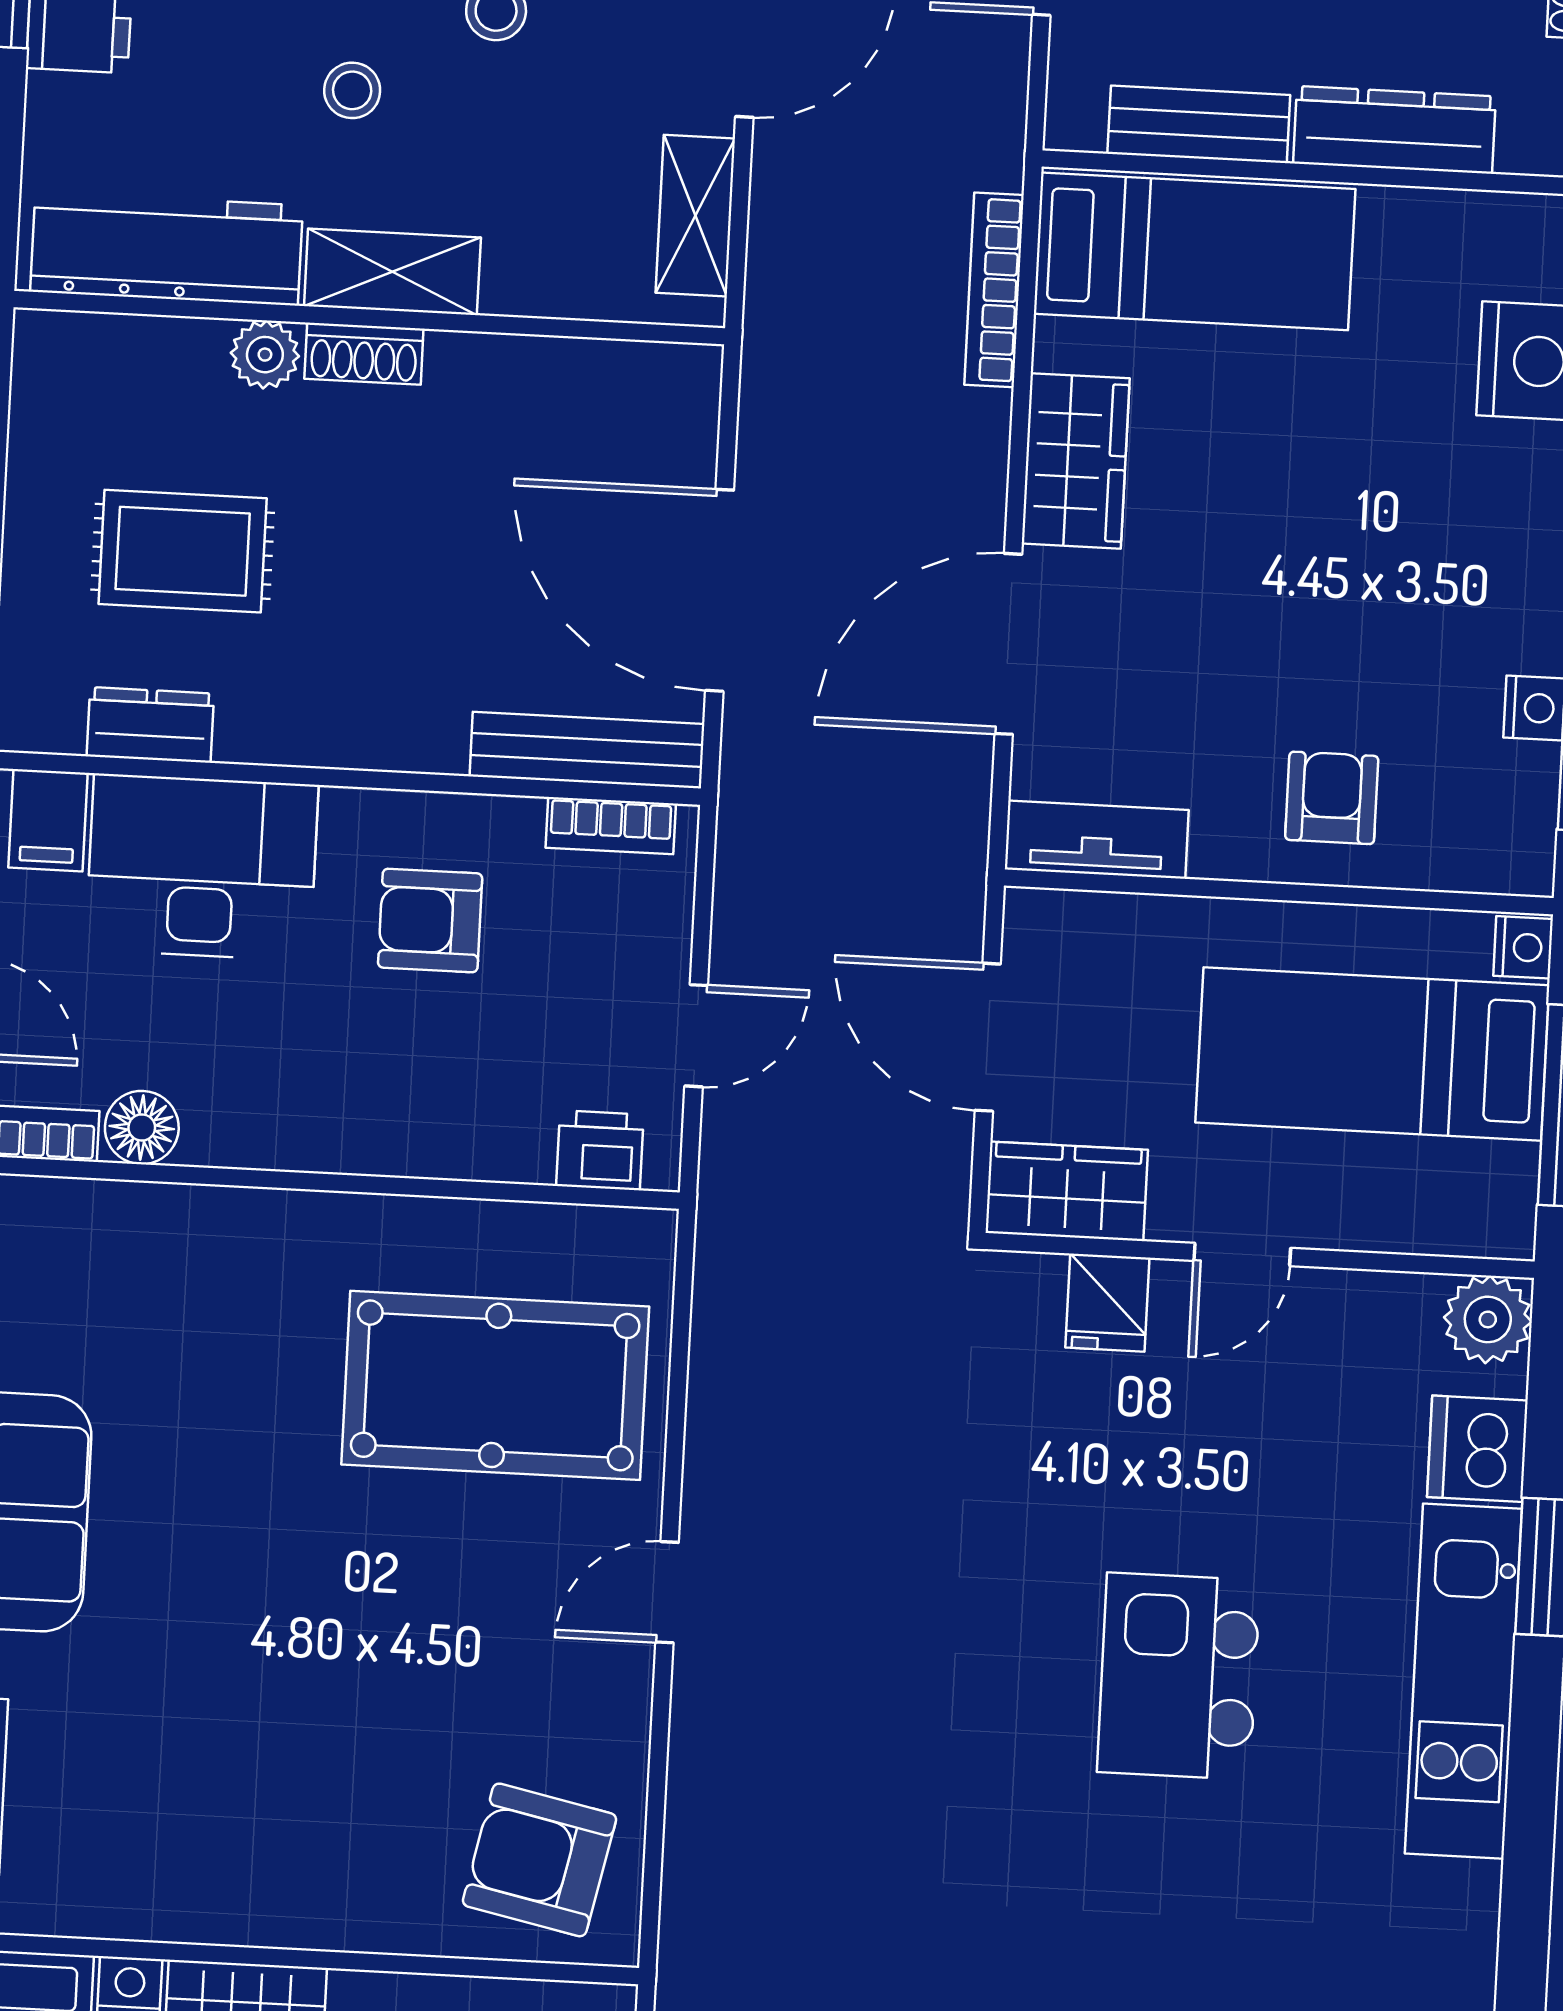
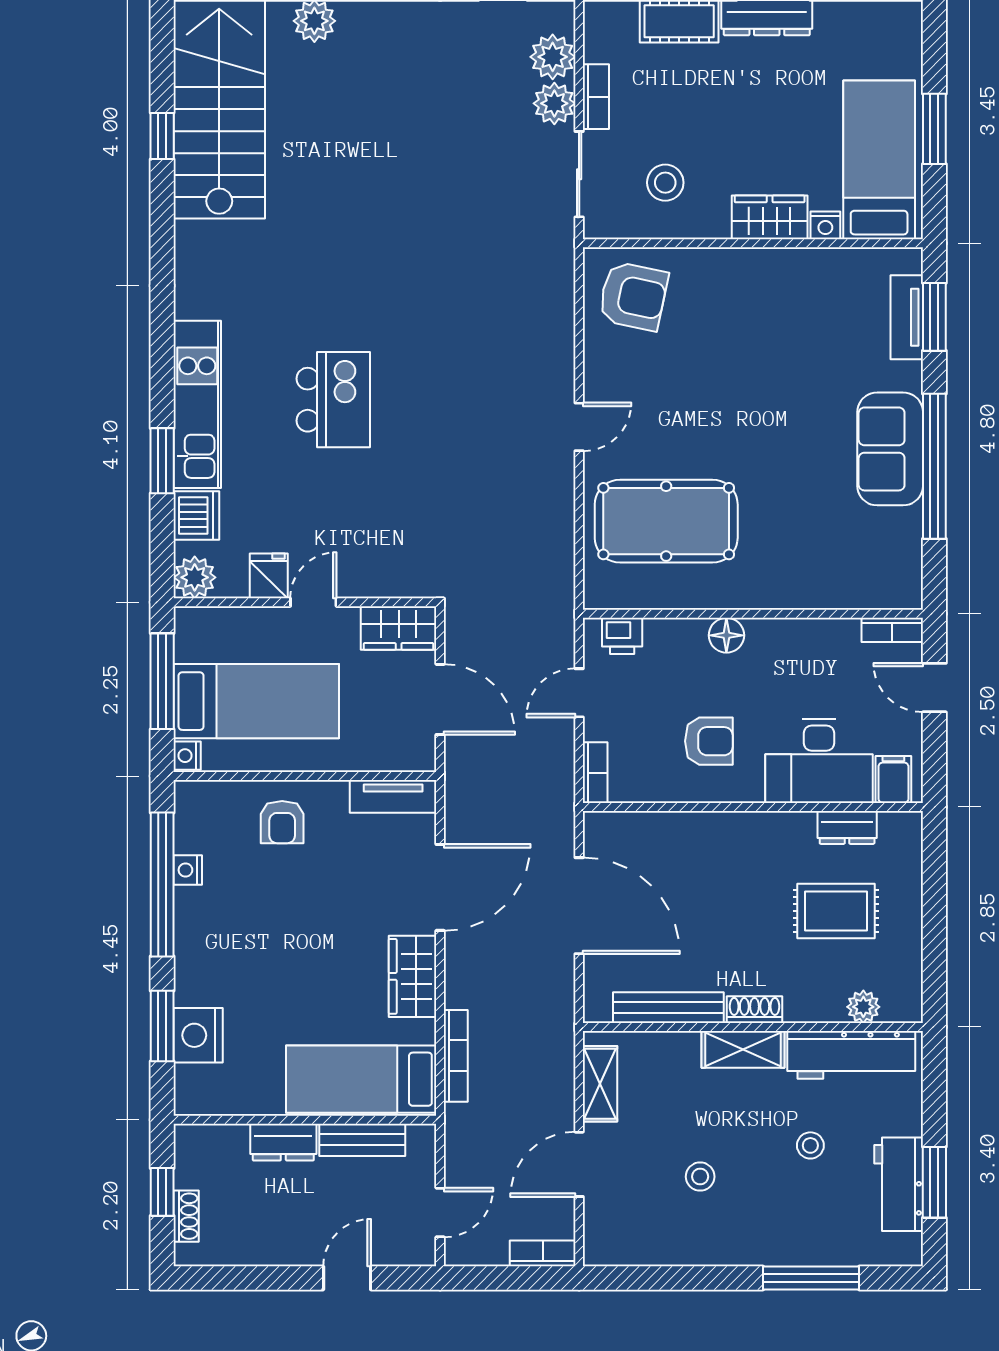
stool: (352, 90) -> (810, 1145), moved
dresser: (1394, 130) -> (283, 1142), width x0.70
plant: (265, 355) -> (863, 1007), moved
bench: (587, 750) -> (668, 1008), moved
bookcase: (611, 826) -> (595, 773), moved, turned 90
floor lamp: (142, 1128) -> (726, 635), moved
fridge: (1107, 1303) -> (269, 576), moved

